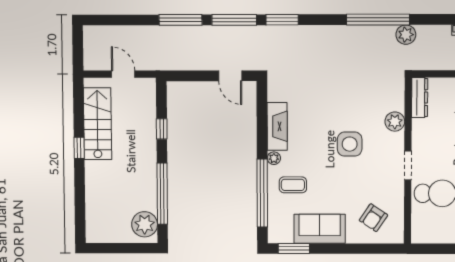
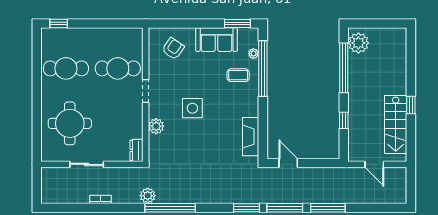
dresser: (420, 98) -> (136, 150), width x0.70
fireplace: (277, 126) -> (251, 137), moved
plant: (274, 158) -> (253, 54), moved

